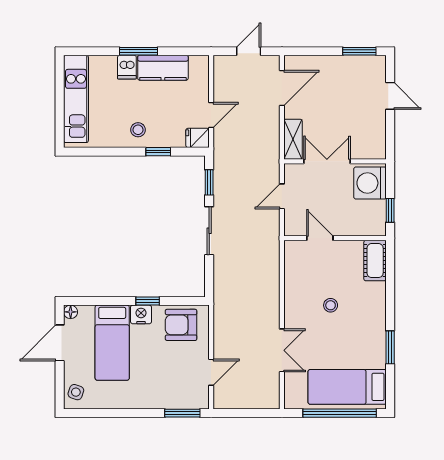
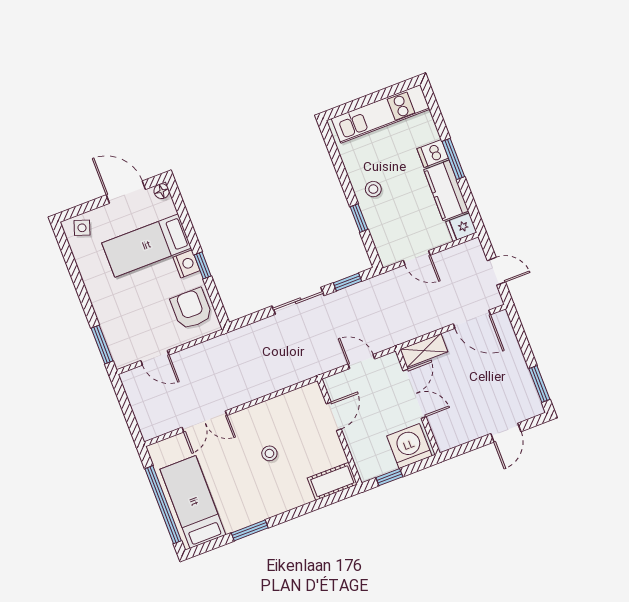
fridge: (198, 138) -> (461, 227), moved, turned -90

